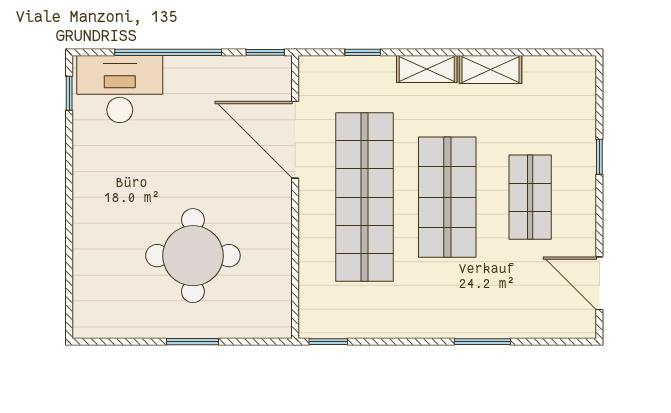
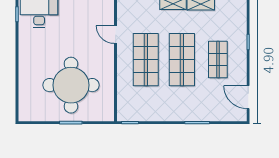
door: (295, 140) -> (116, 35), width x0.53
shop shelf: (365, 197) -> (146, 60), width x0.71
round table: (193, 256) -> (71, 85), width x1.36, depth x1.36

